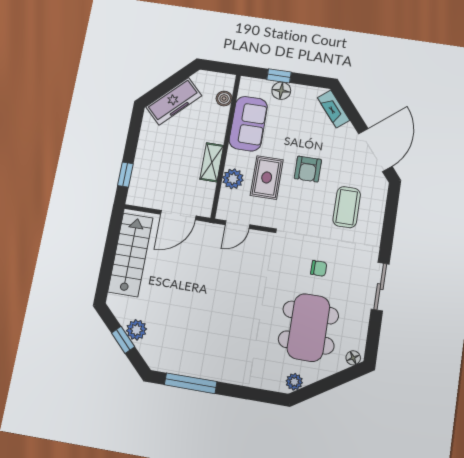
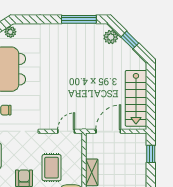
plant: (233, 179) -> (75, 163), removed
plant: (136, 330) -> (111, 37), moved

